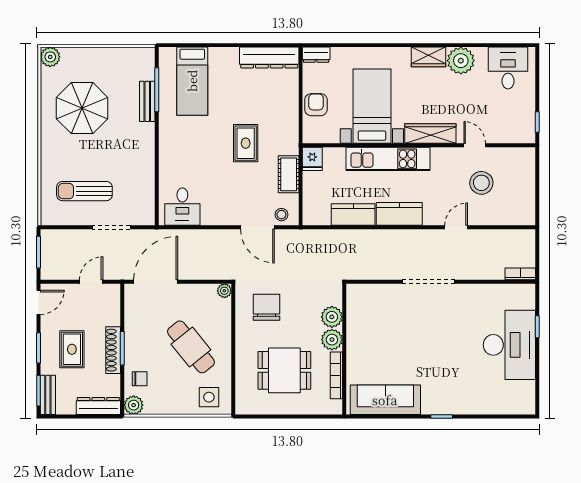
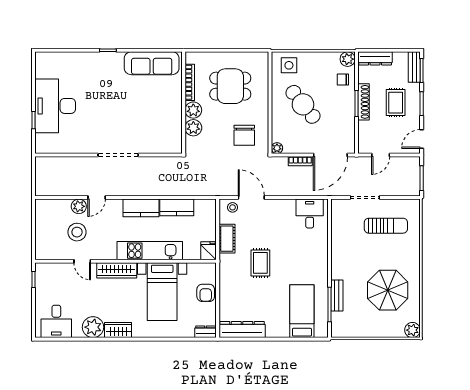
plant: (479, 216) -> (79, 206), added
bookcase: (520, 274) -> (300, 161), moved

